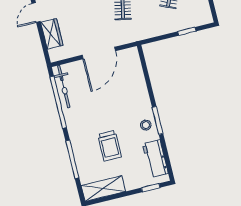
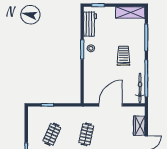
trolley: (110, 146) -> (123, 56), moved

